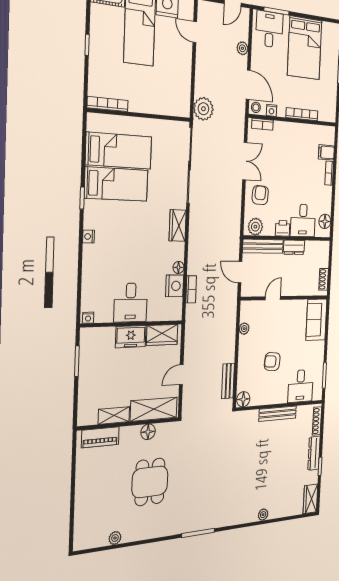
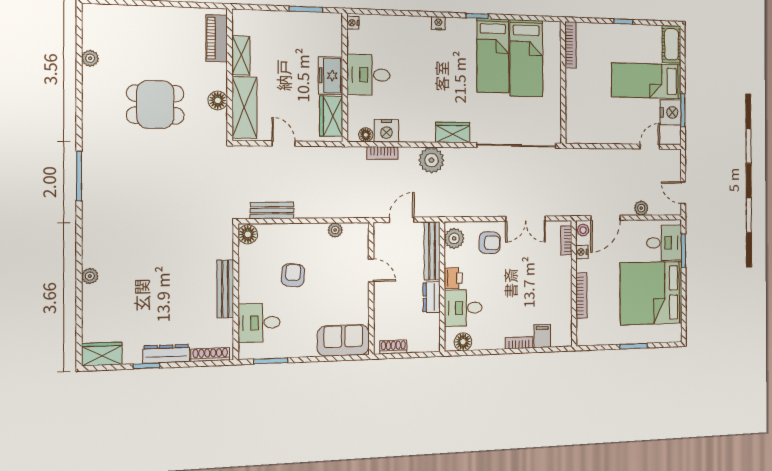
bed: (305, 48) -> (651, 293), width x1.36
plant: (203, 109) -> (431, 160), moved
floor lamp: (178, 267) -> (366, 135), moved

